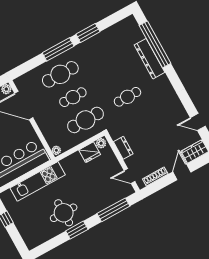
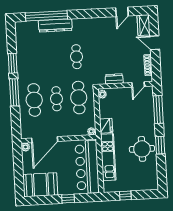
fridge: (90, 152) -> (106, 126), moved

